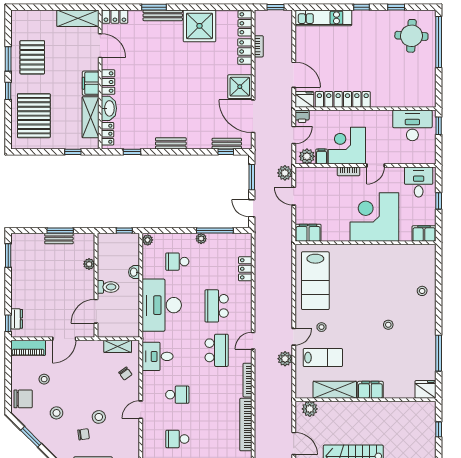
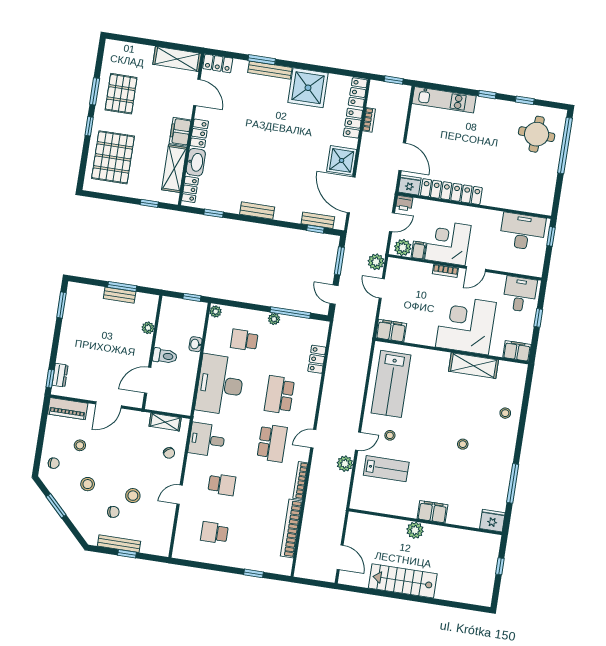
shelving: (335, 390) -> (474, 366), moved
chair: (23, 399) -> (54, 463), width x0.54, depth x0.54
plant: (310, 409) -> (415, 530), moved

